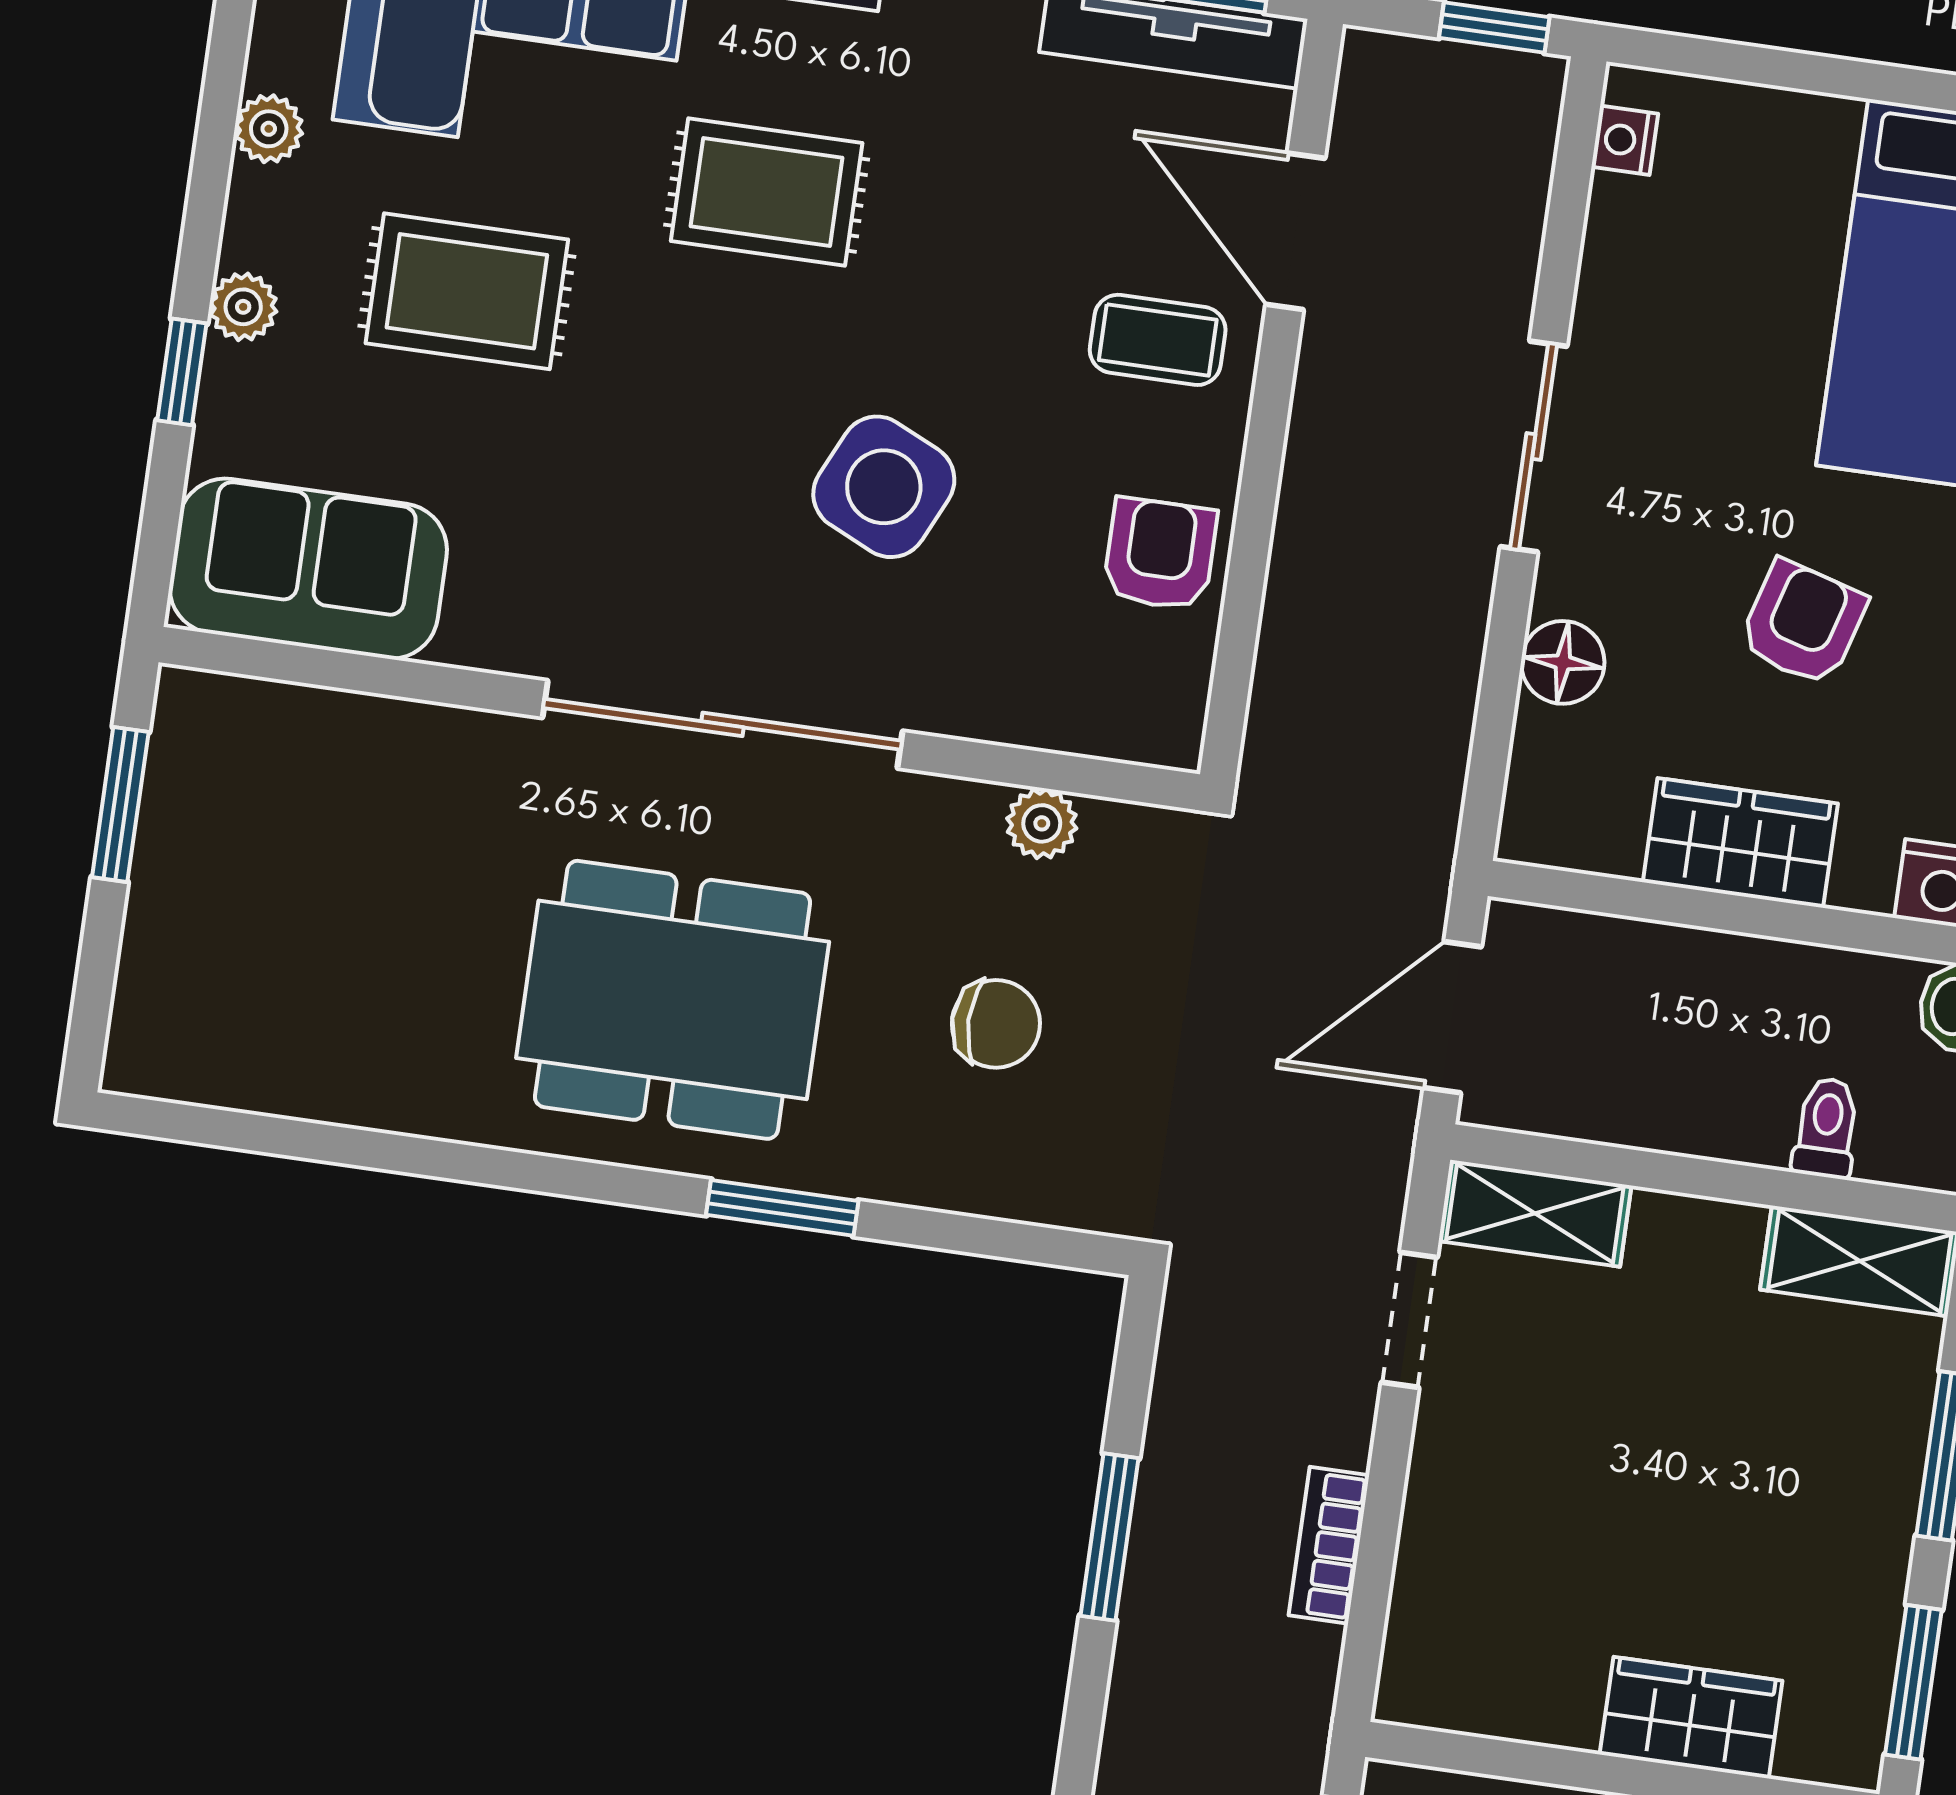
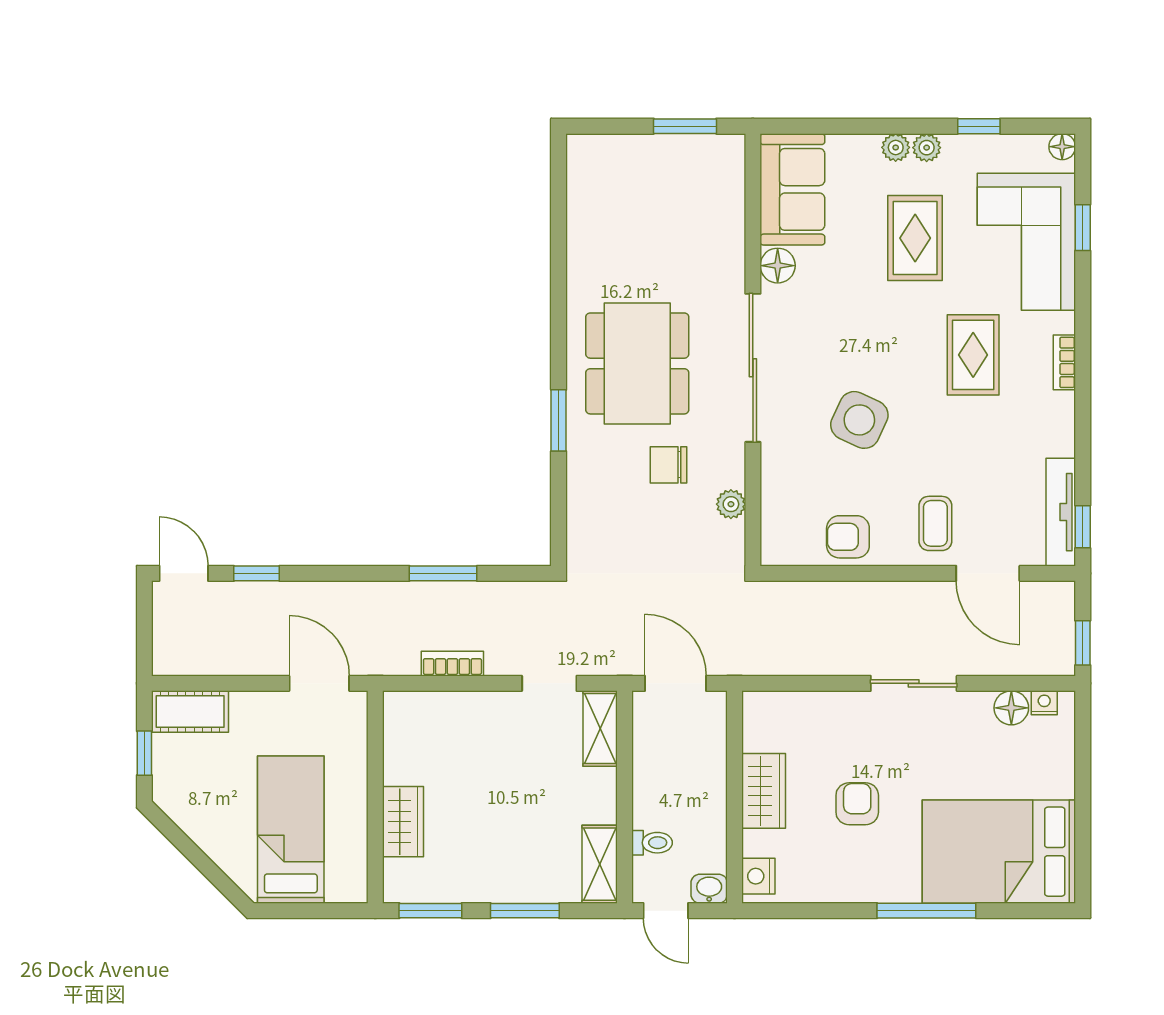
plant: (269, 129) -> (927, 148), moved
door: (1295, 231) -> (988, 573), swing flipped
window: (182, 372) -> (979, 126), moved
armchair: (1160, 554) -> (848, 537), turned 180
armchair: (1803, 623) -> (857, 804), turned -106
floor lamp: (486, 630) -> (778, 266), added
floor lamp: (1563, 662) -> (1011, 708), moved
chair: (996, 1024) -> (668, 465), moved, turned 90

